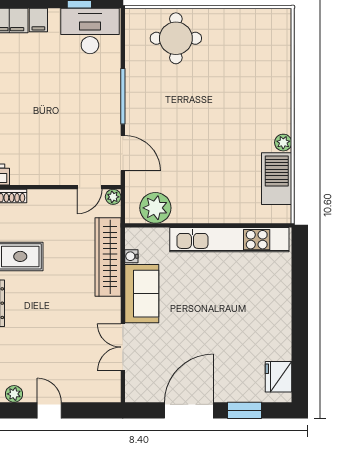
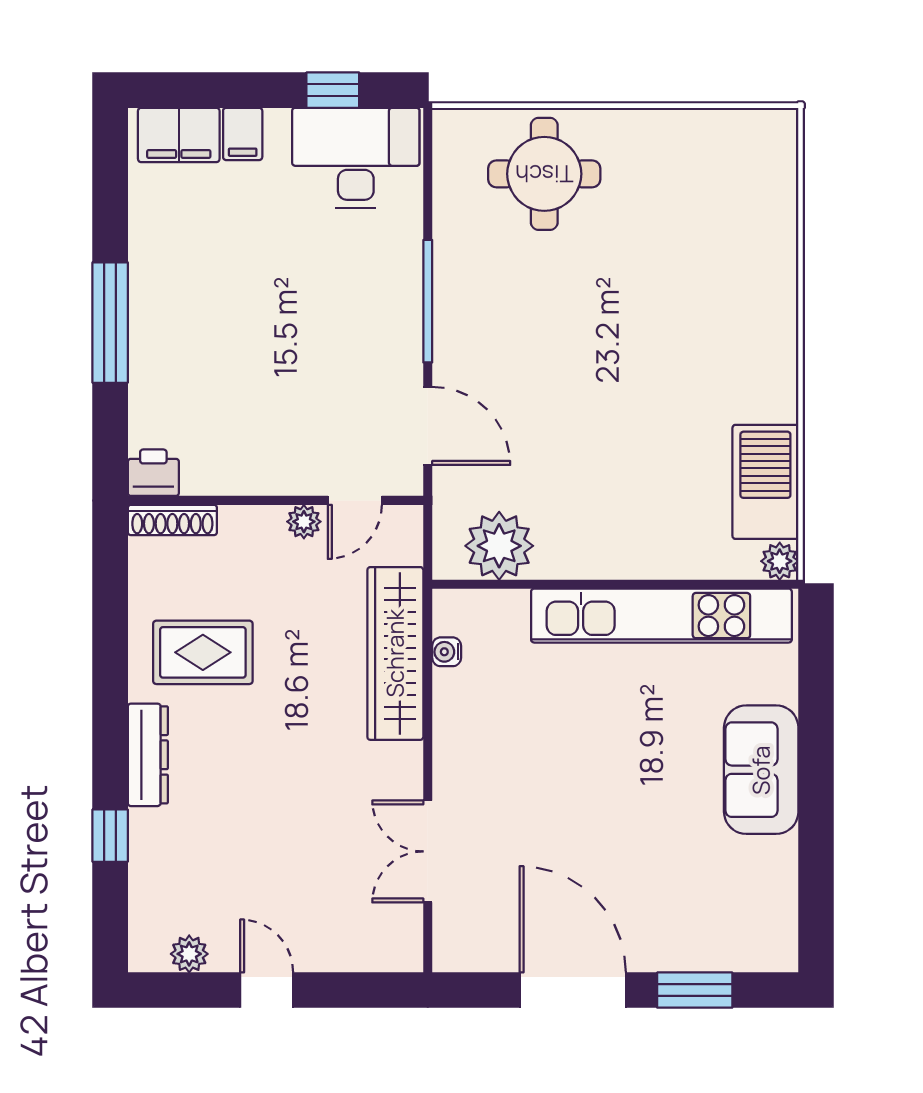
plant: (283, 143) -> (780, 561), moved
plant: (113, 197) -> (304, 522), moved
sofa: (142, 294) -> (761, 770), moved, turned 180
fridge: (279, 377) -> (769, 916), removed
door: (189, 410) -> (573, 990), hinge flipped

